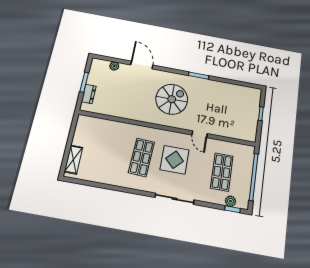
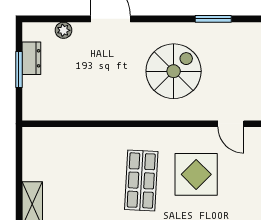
dresser: (89, 94) -> (31, 58), moved

